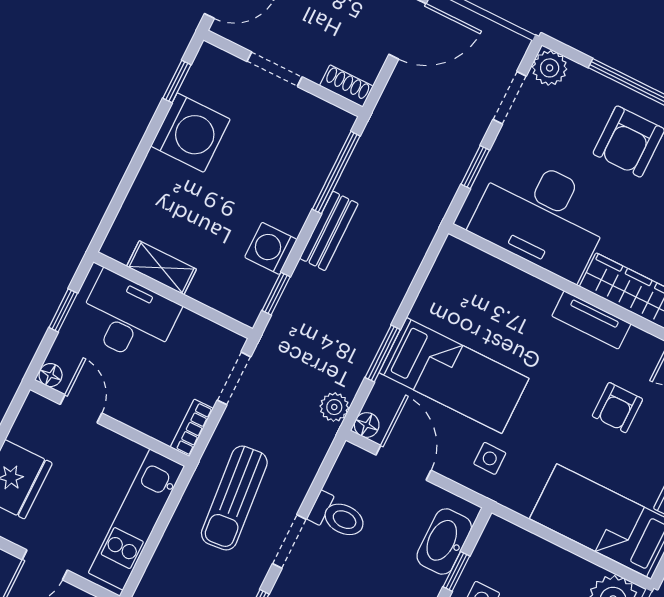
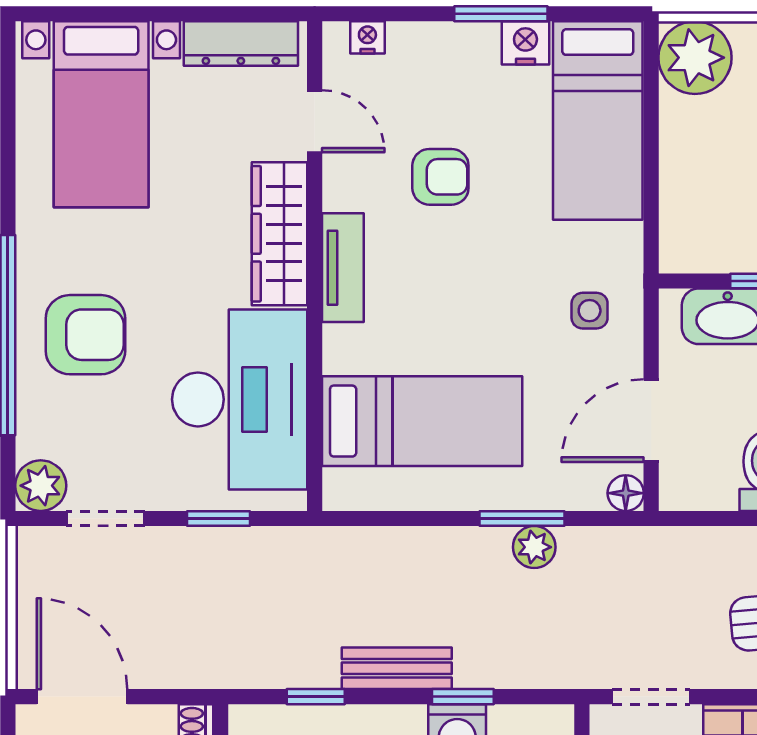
window: (336, 173) -> (316, 697), width x0.46
window: (276, 294) -> (463, 697), moved
bed: (454, 376) -> (422, 421), moved, turned 90
plant: (334, 407) -> (534, 547), moved

